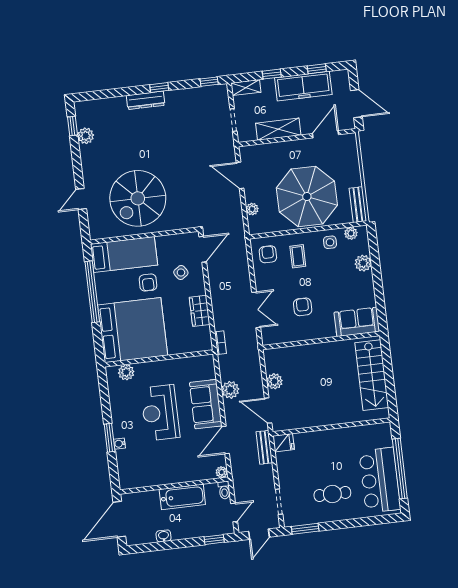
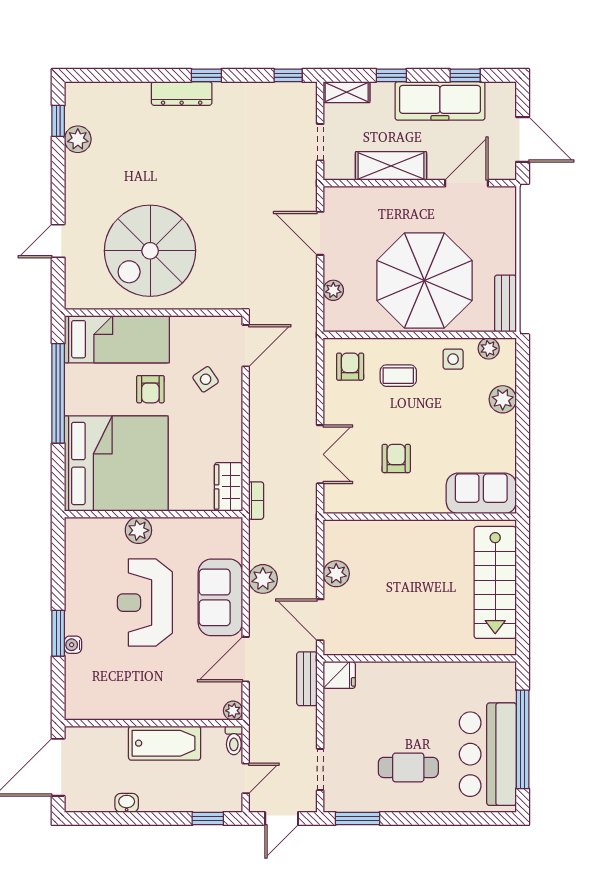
coffee table: (298, 256) -> (398, 376), turned 90
wardrobe: (200, 311) -> (229, 487), moved
plant: (126, 372) -> (138, 530), moved

